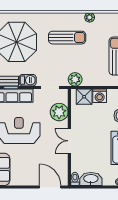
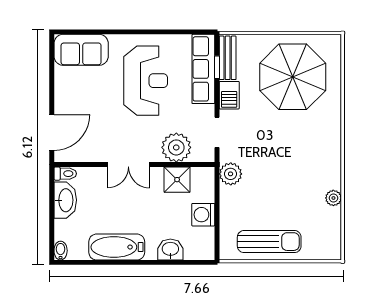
sun lounger: (67, 38) -> (300, 161), removed
shower: (84, 97) -> (177, 180), moved
double door: (69, 141) -> (128, 164), swing flipped

